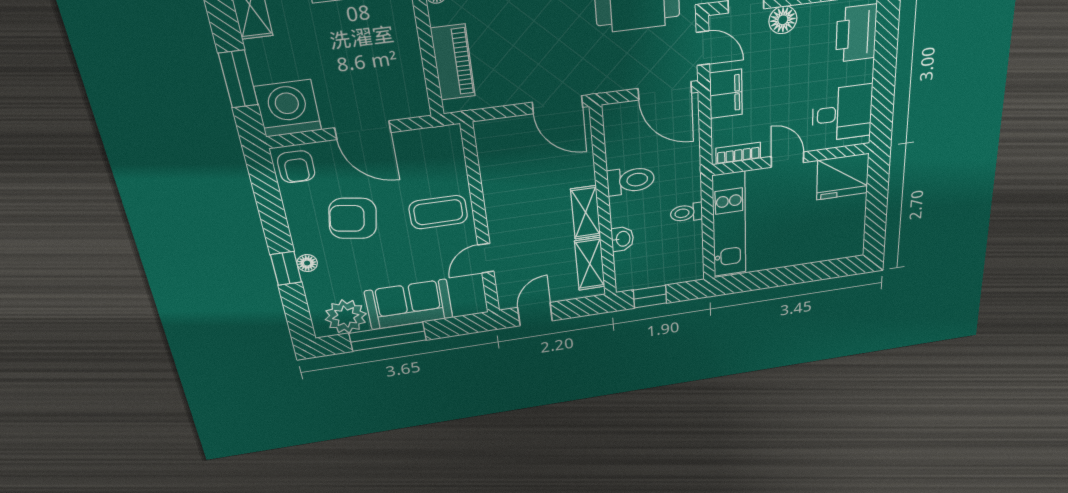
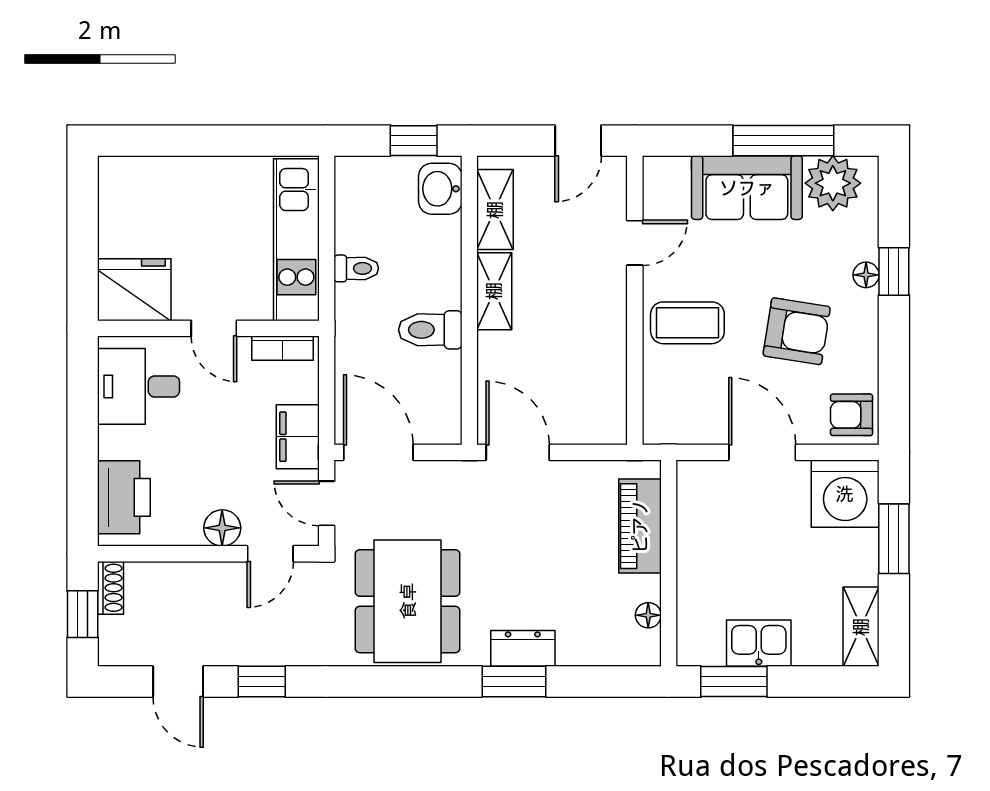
armchair: (296, 167) -> (852, 415), turned -90
washbasin: (622, 239) -> (440, 189), moved, width x1.38, depth x1.45

